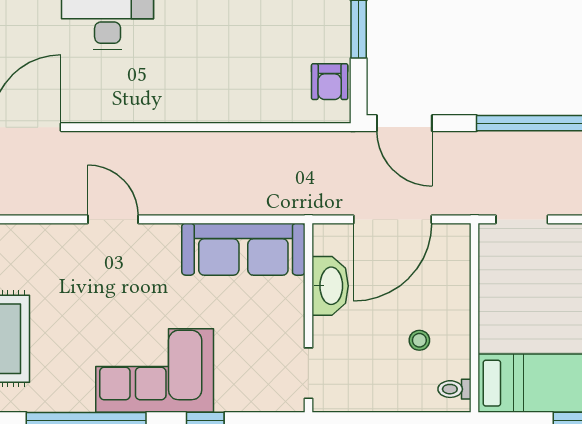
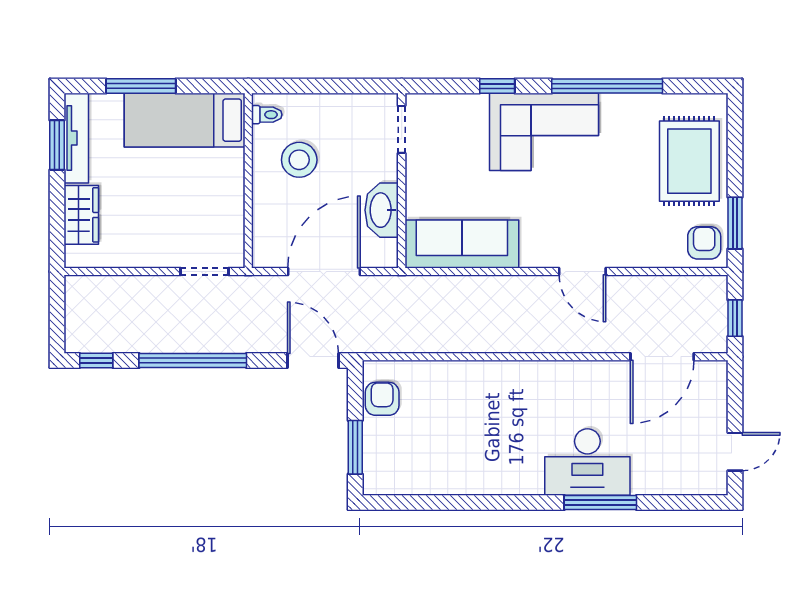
stool: (419, 340) -> (299, 160), width x1.89, depth x1.89

